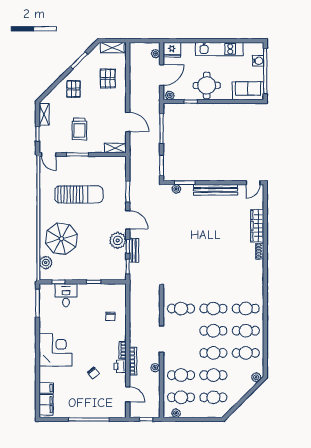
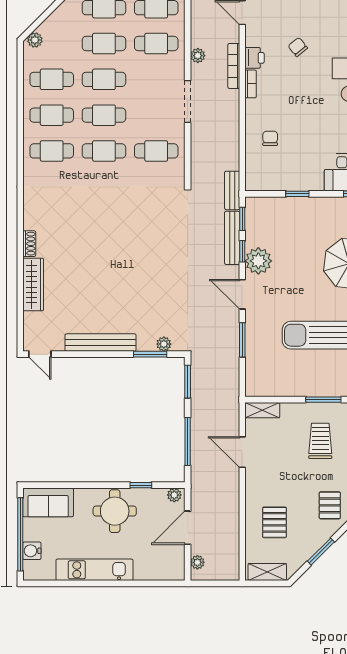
fridge: (172, 50) -> (171, 569), removed
door: (253, 183) -> (40, 354), swing flipped
bench: (134, 250) -> (232, 238), width x1.36
bench: (134, 284) -> (232, 190), added

